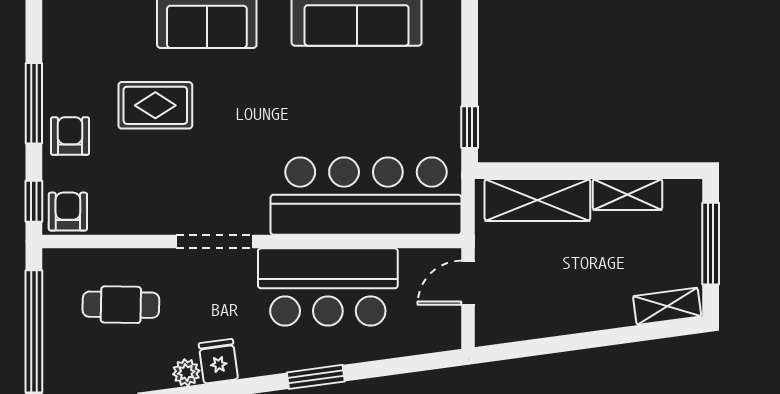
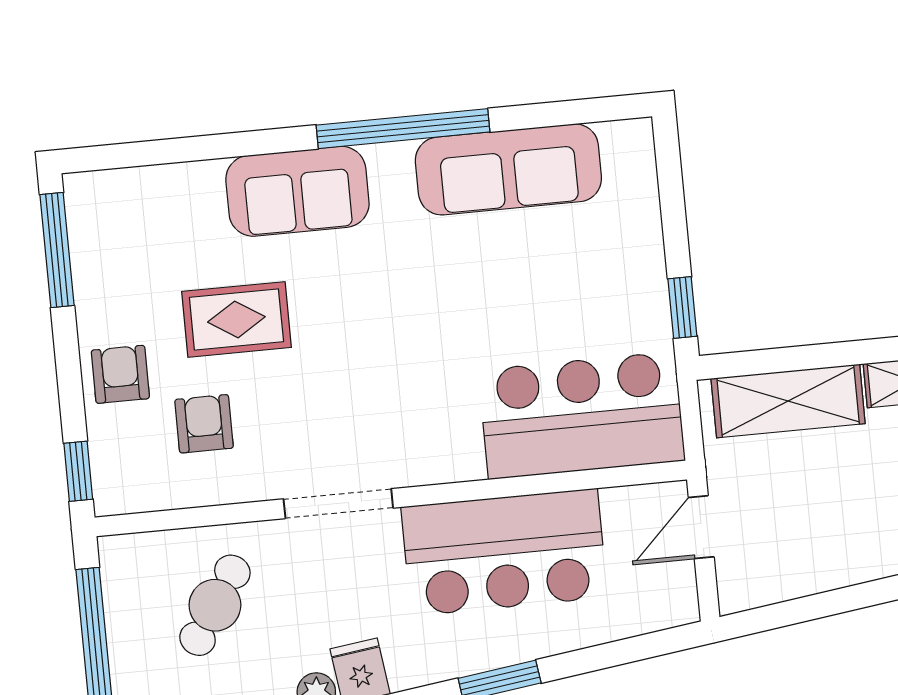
window: (34, 103) -> (57, 250), moved
bar counter: (366, 196) -> (582, 415), width x0.73
armchair: (68, 212) -> (204, 424), moved
cafe table: (121, 305) -> (215, 605), turned -58

